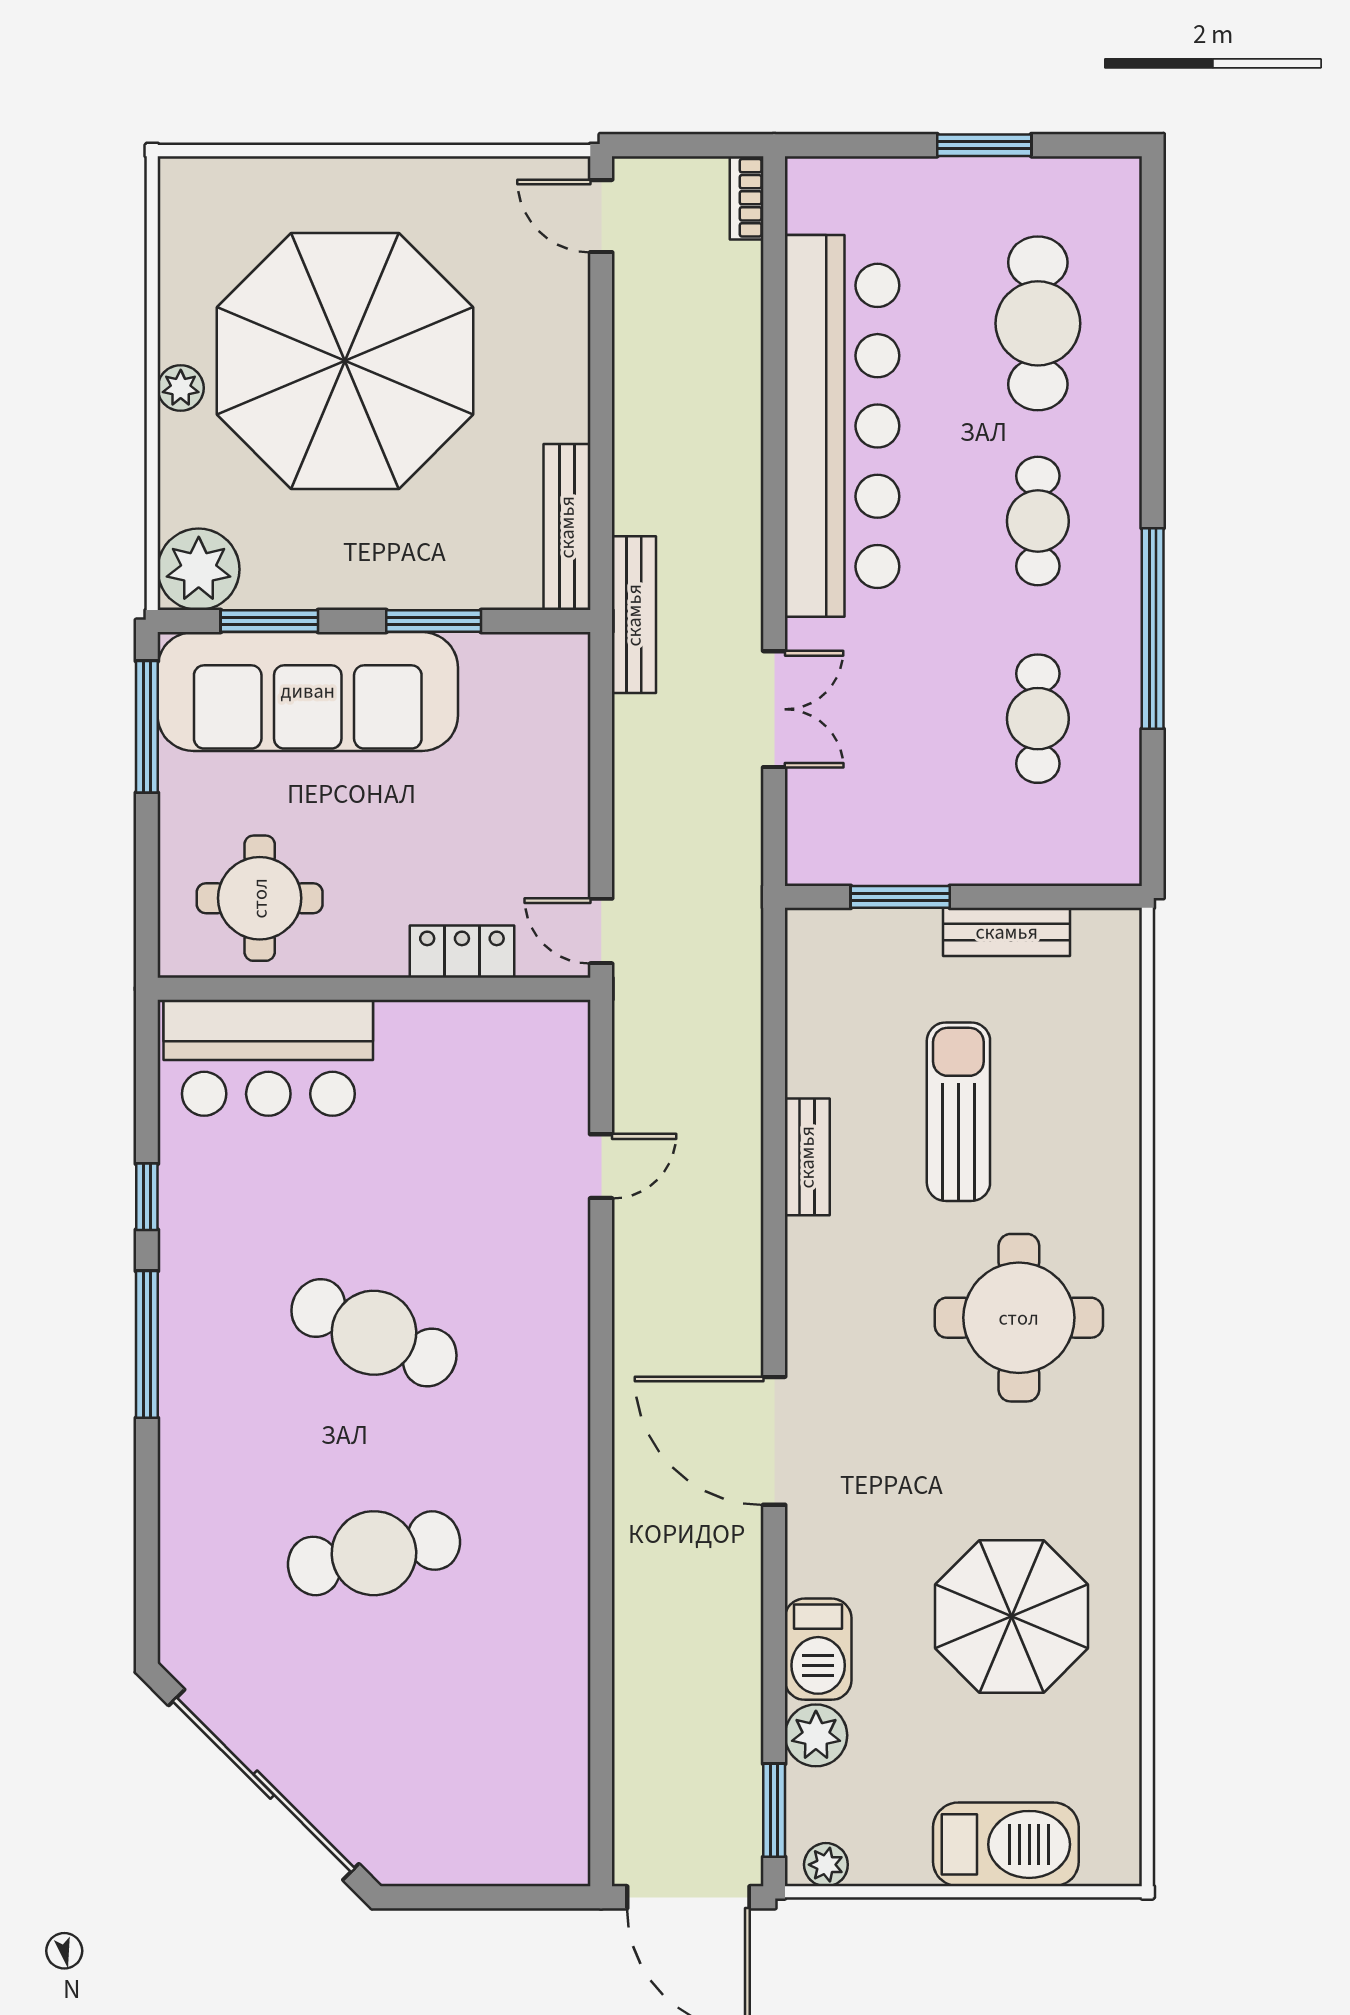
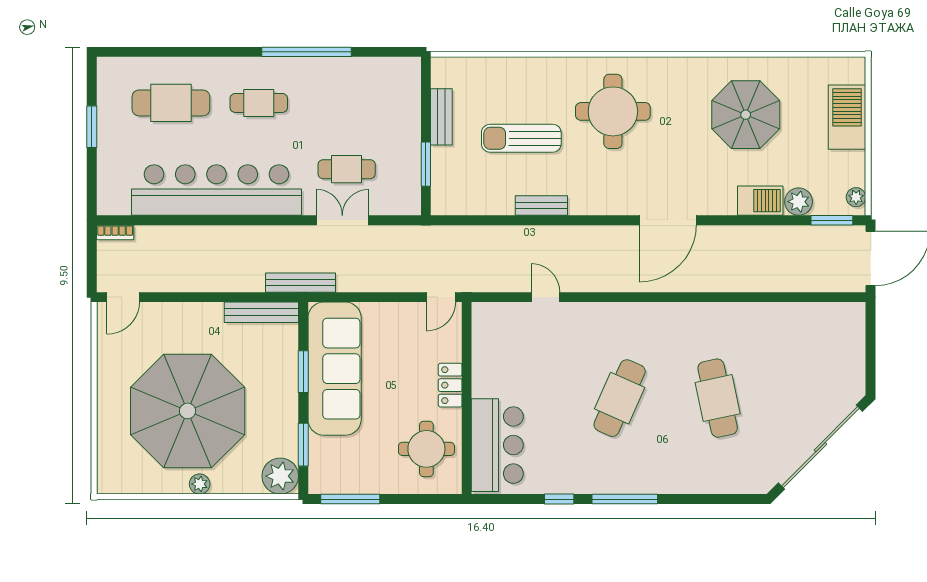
sofa: (308, 691) -> (335, 369), moved
cafe table: (1038, 719) -> (347, 169), moved
locker: (462, 952) -> (450, 385), moved

